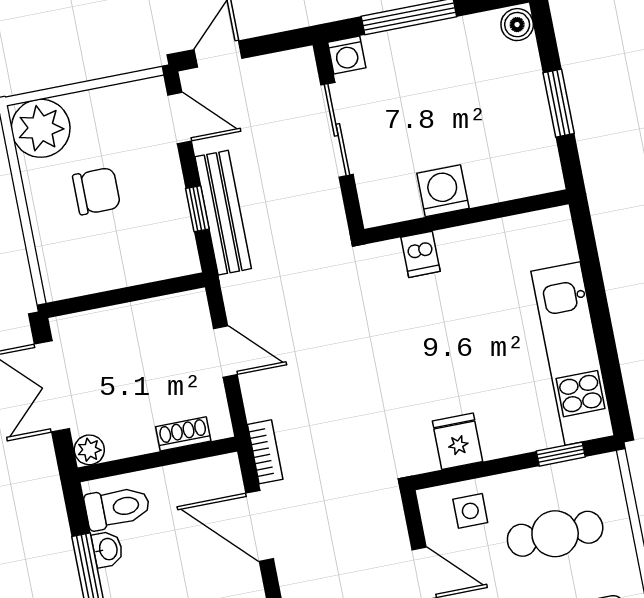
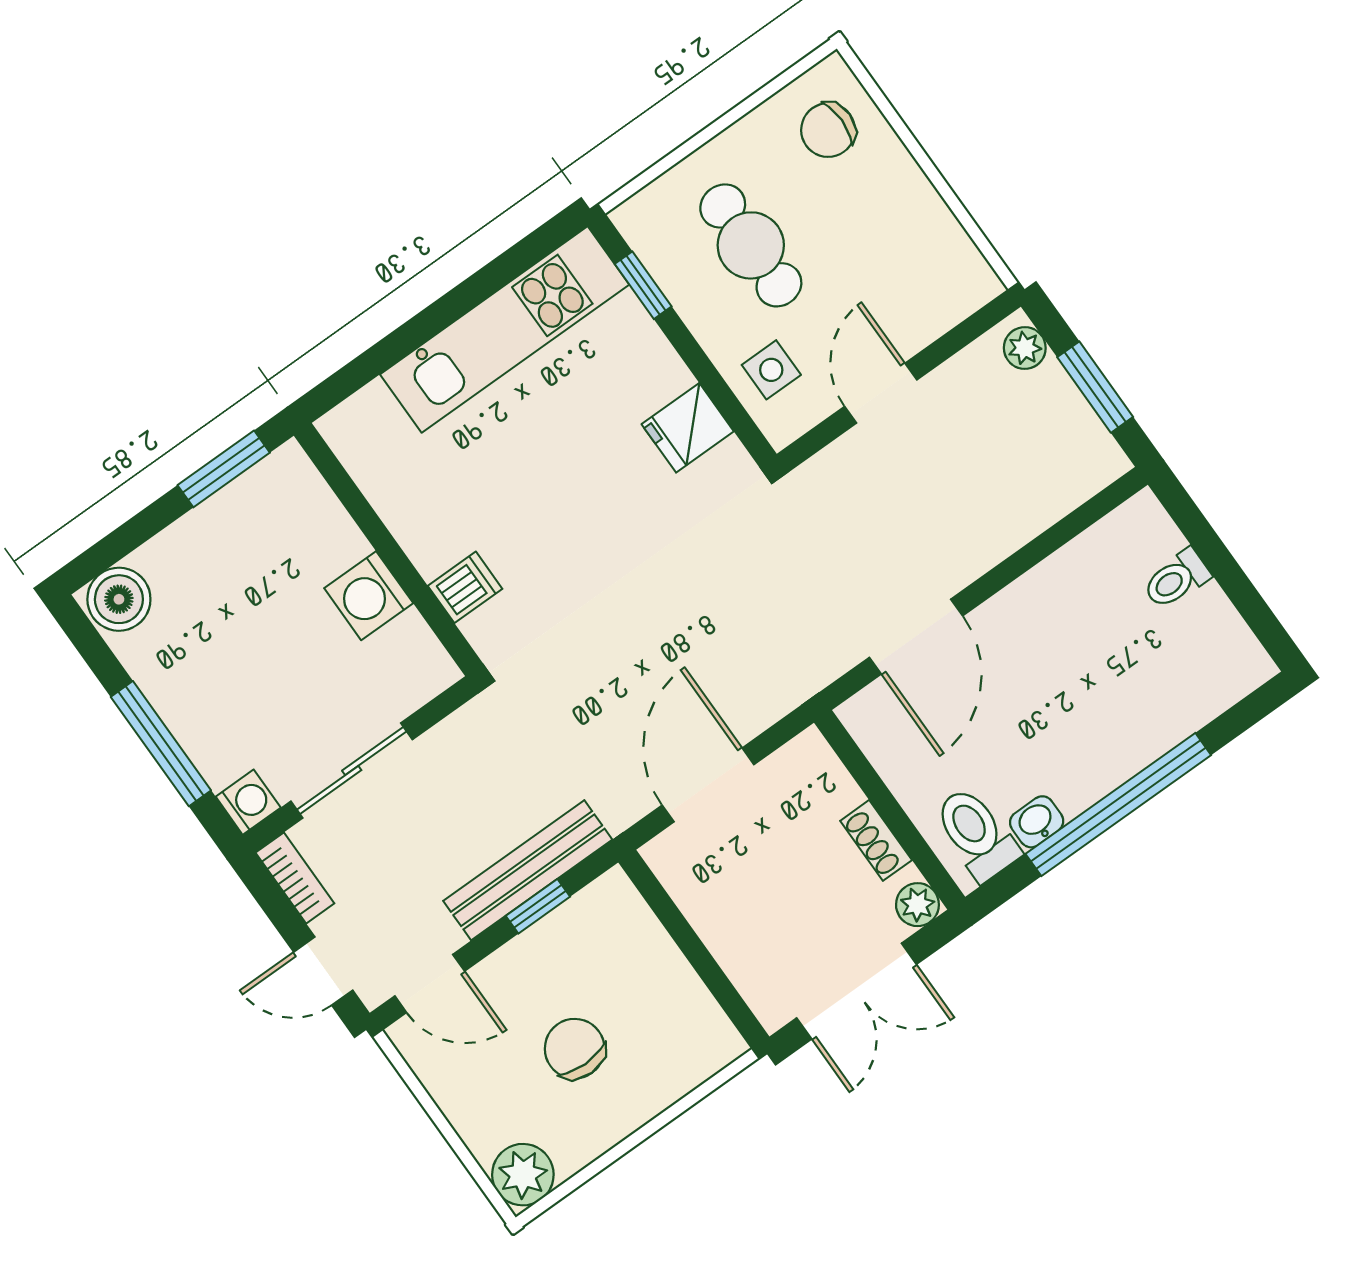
boiler: (517, 25) -> (119, 599), width x1.36, depth x1.36
window: (559, 103) -> (224, 469), moved
door: (180, 118) -> (430, 983), swing flipped
plant: (41, 128) -> (523, 1175), width x0.73, depth x0.73
door: (225, 352) -> (708, 785), width x1.38
shoe rack: (183, 434) -> (876, 840), moved
bookcase: (265, 452) -> (295, 878), moved, turned 90

